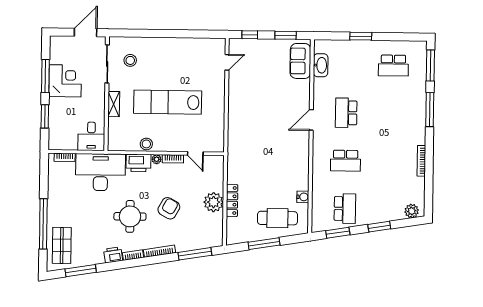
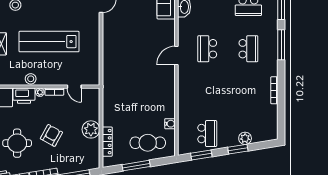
school desk: (346, 161) -> (248, 49), moved, turned -90
locker: (232, 200) -> (107, 142), moved
plant: (412, 211) -> (245, 138), moved

